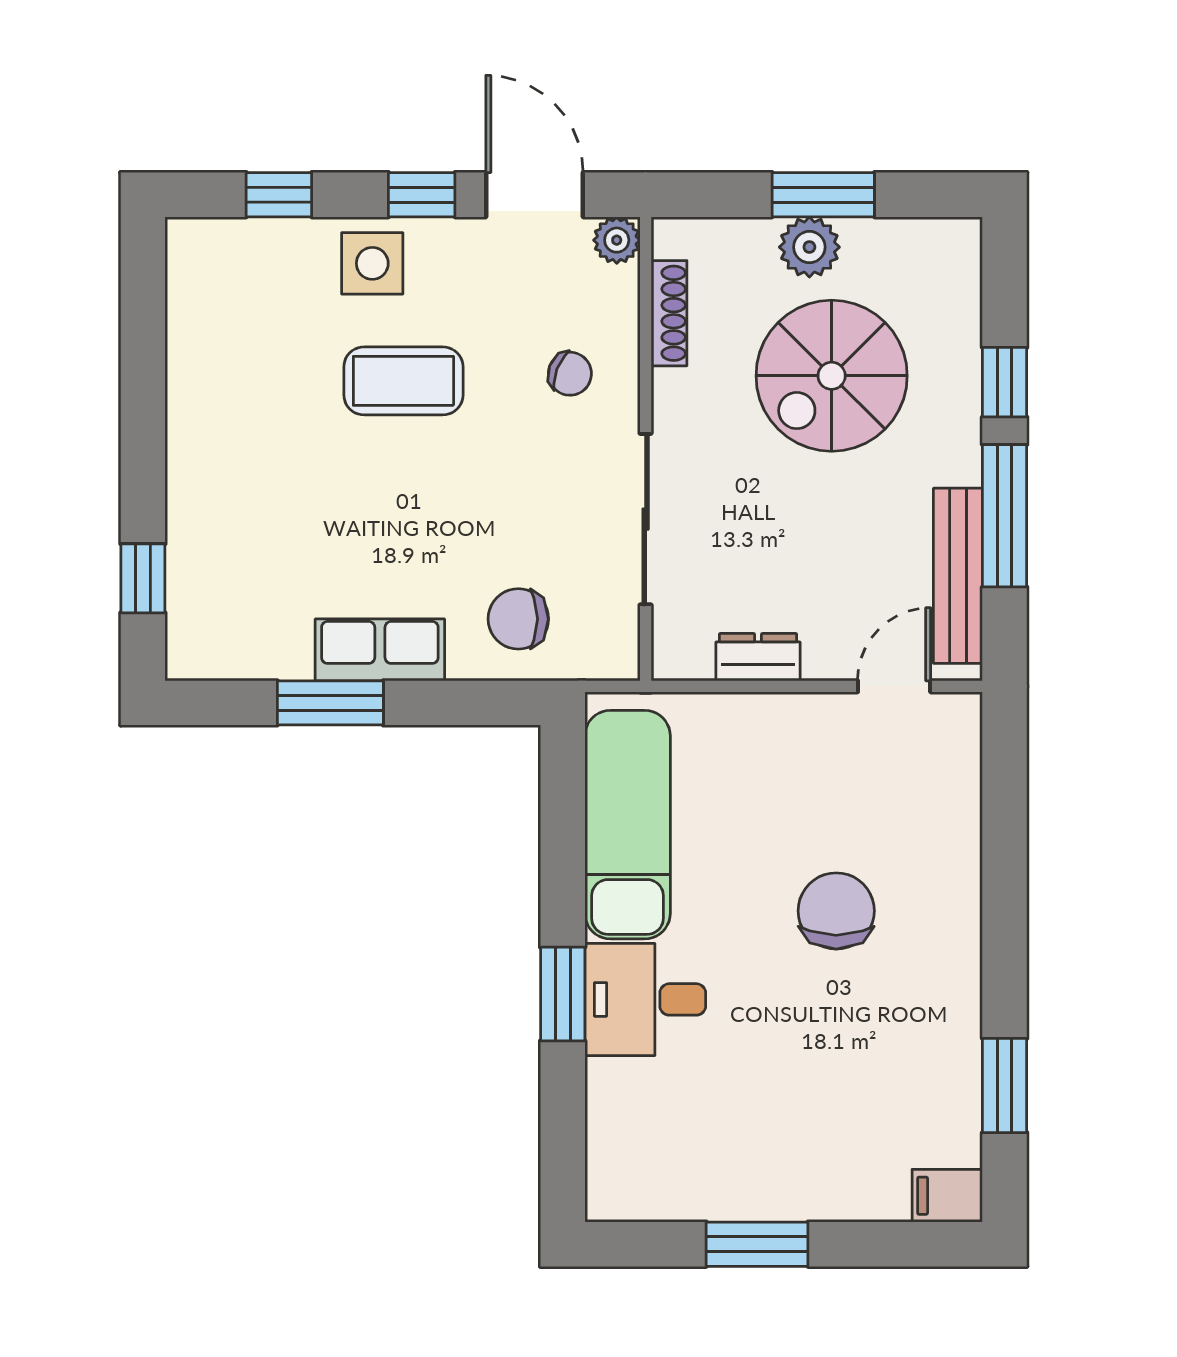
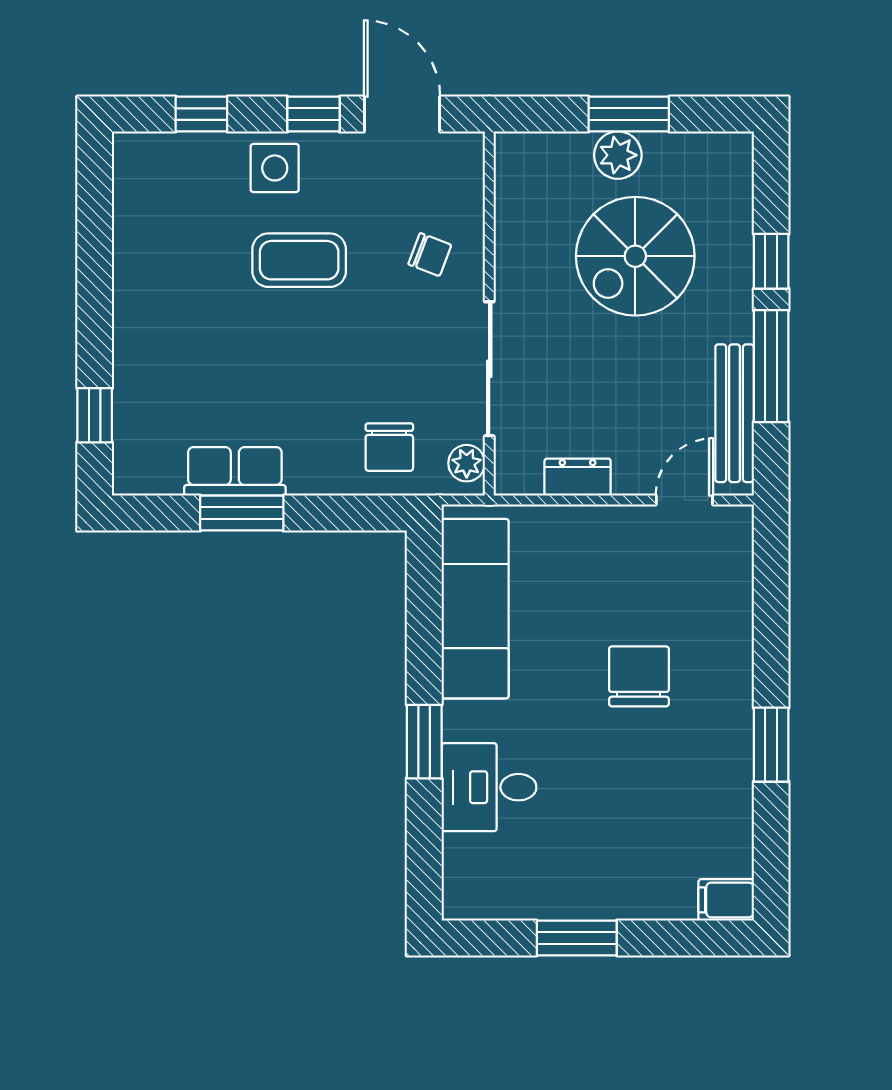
plant: (617, 240) -> (467, 463), moved
shoe rack: (669, 313) -> (508, 207), removed
chair: (518, 619) -> (389, 447), turned -90
row of seats: (380, 650) -> (235, 471), moved
desk: (645, 999) -> (489, 787), moved
window: (1005, 1085) -> (771, 745), moved

